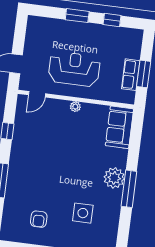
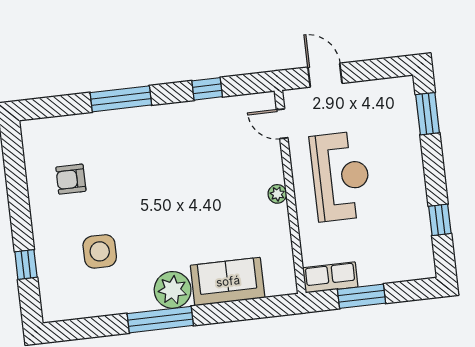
window: (77, 16) -> (428, 114), moved
row of seats: (131, 75) -> (330, 277), moved
sofa: (119, 127) -> (228, 281), moved

